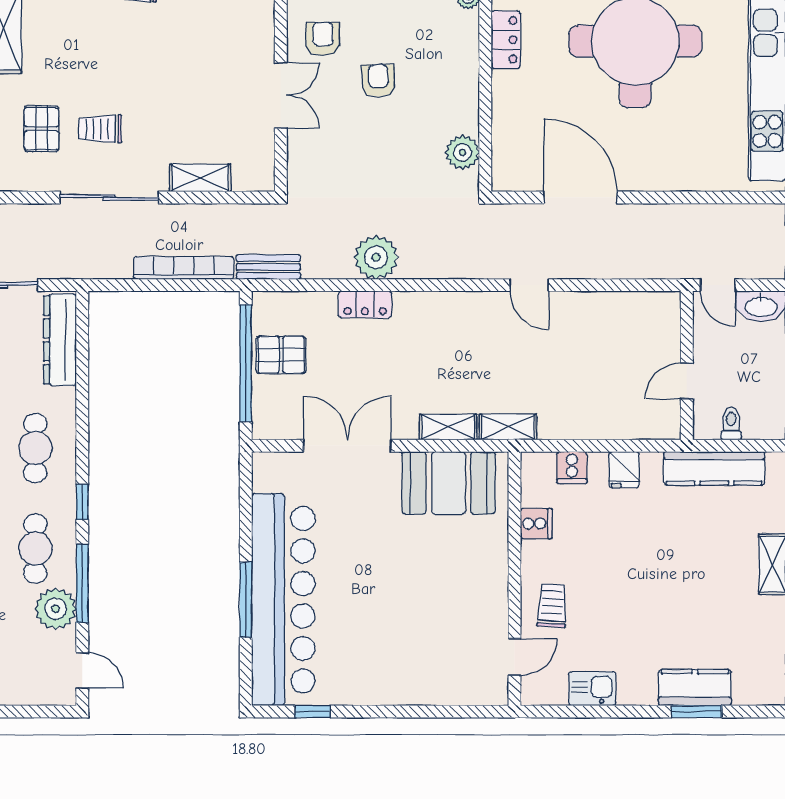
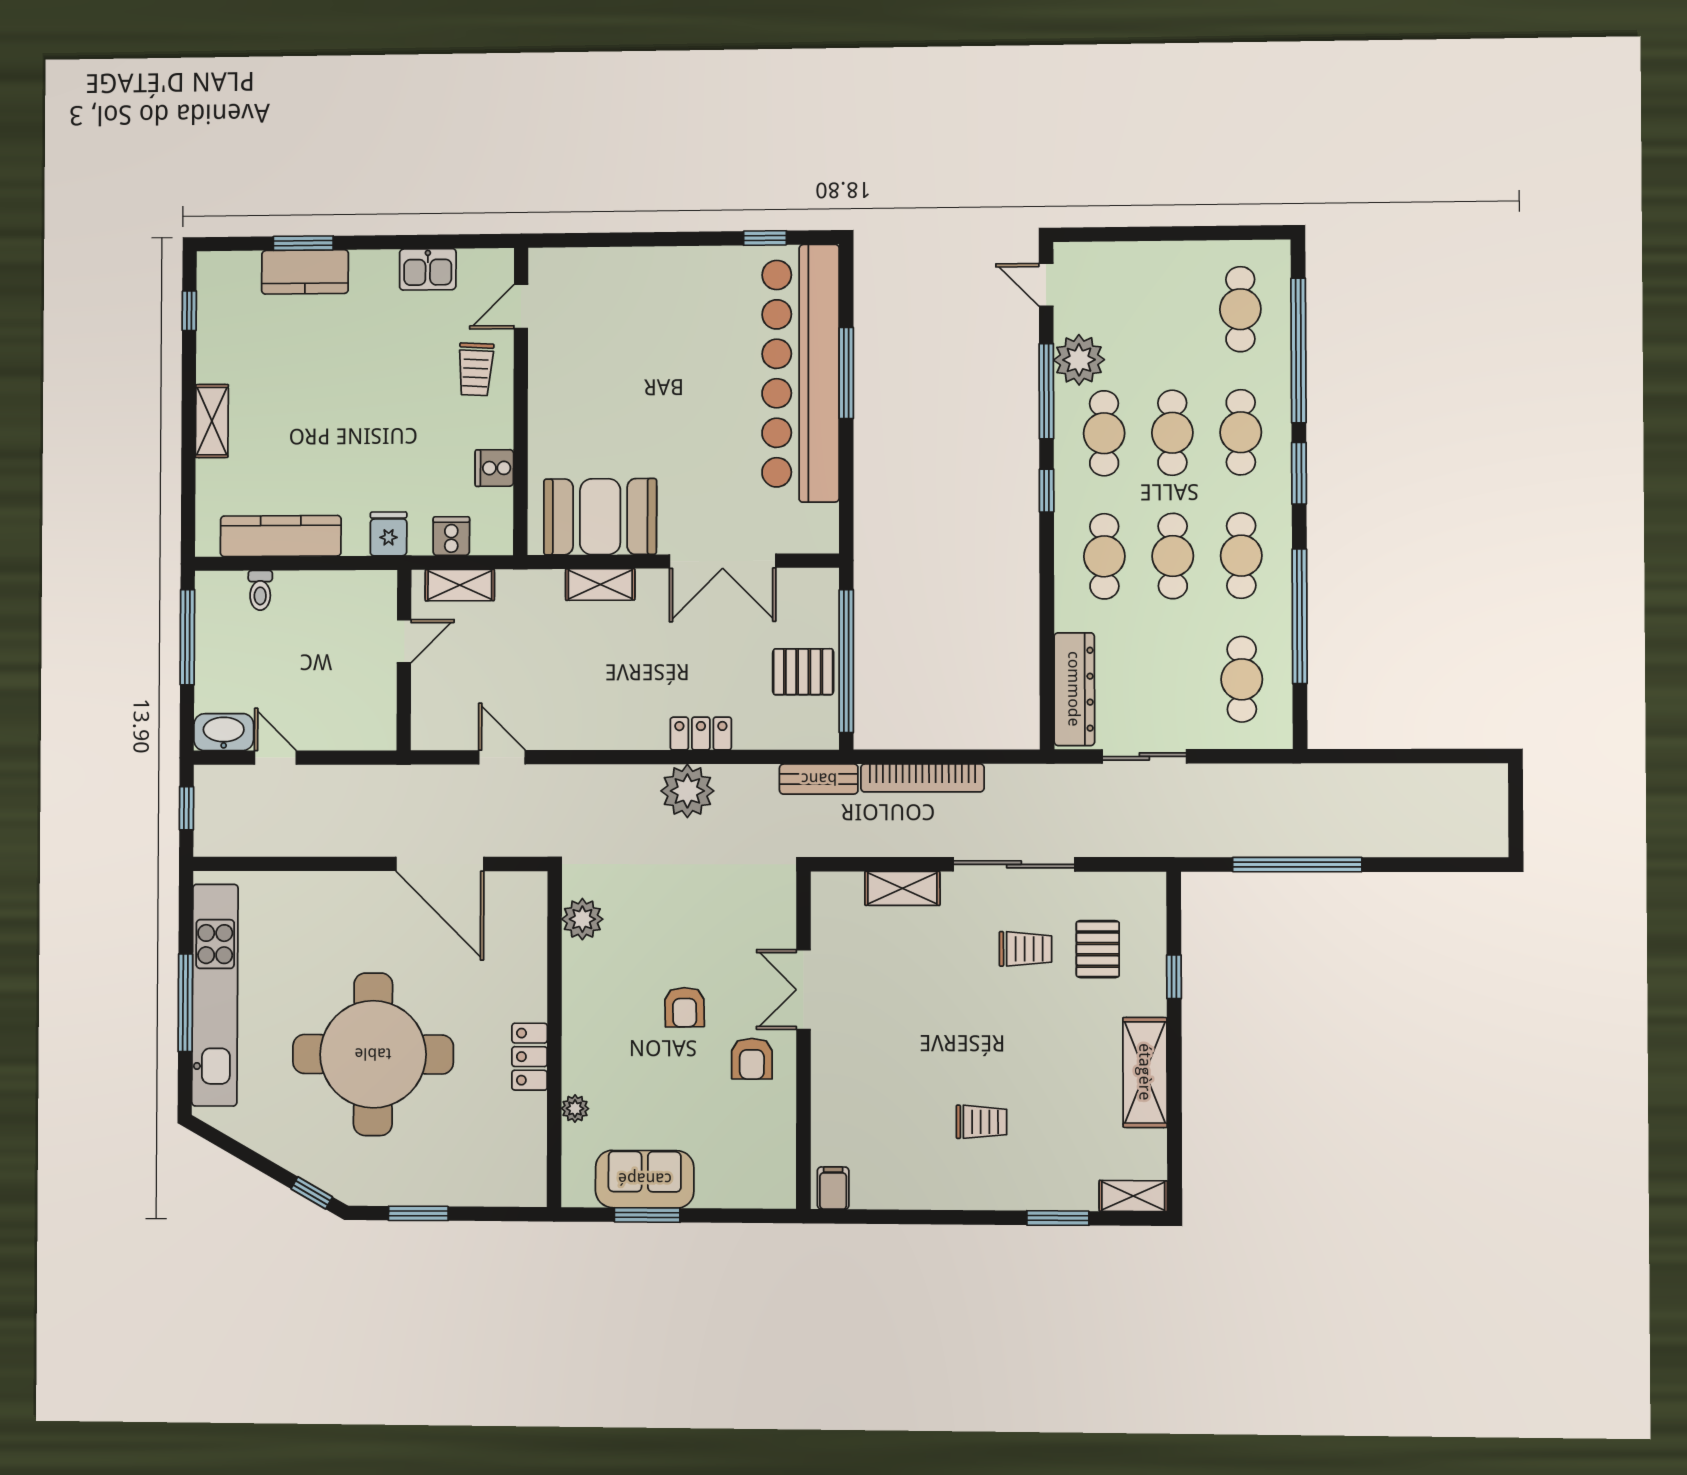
wall: (687, 365) -> (404, 660), moved
door: (687, 381) -> (404, 641), moved
shelving: (508, 427) -> (460, 585), moved

